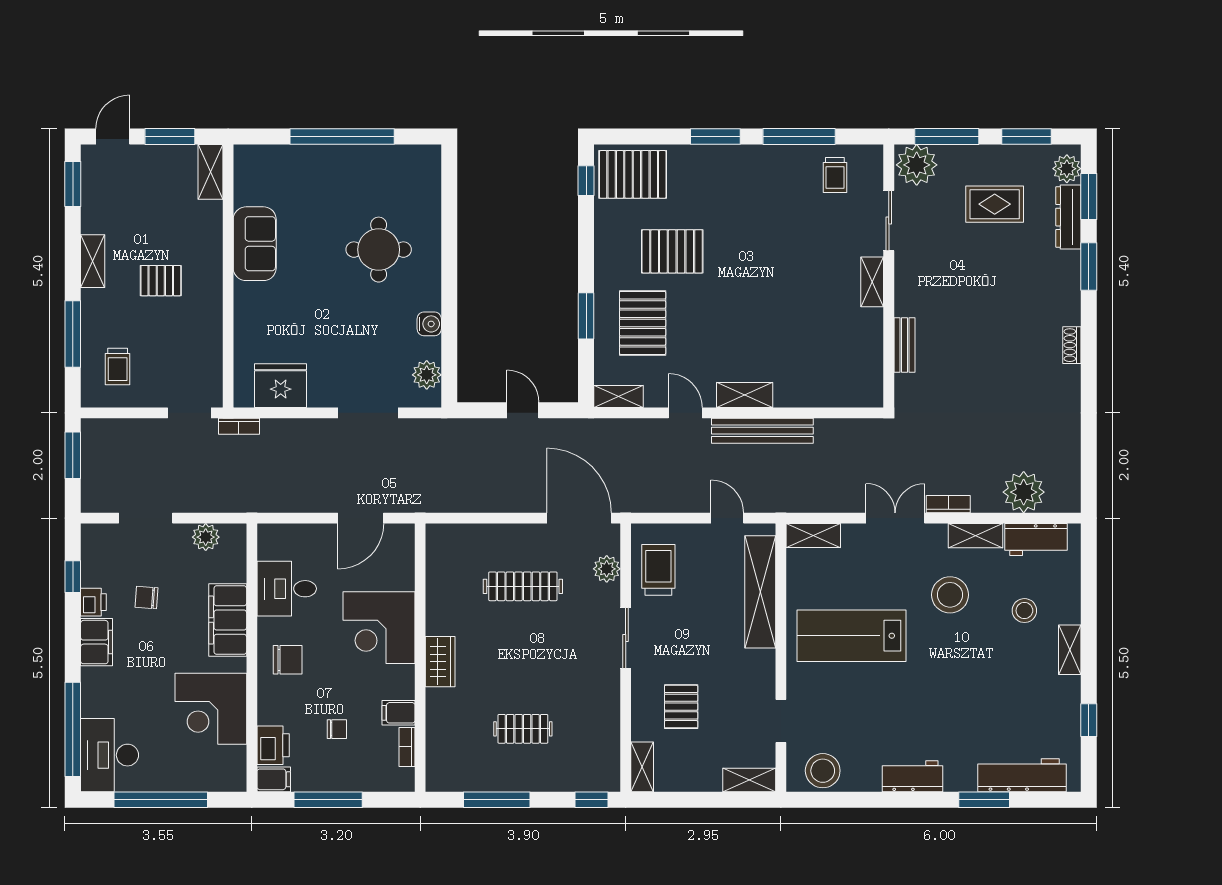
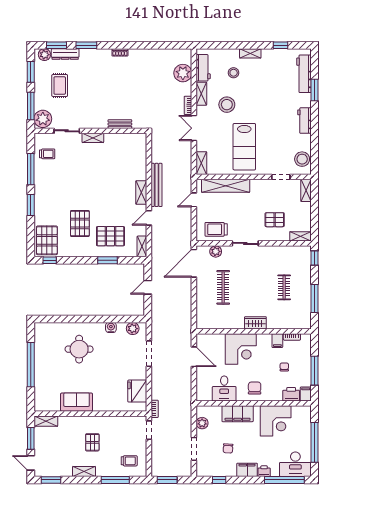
printer: (93, 602) -> (264, 471), moved

